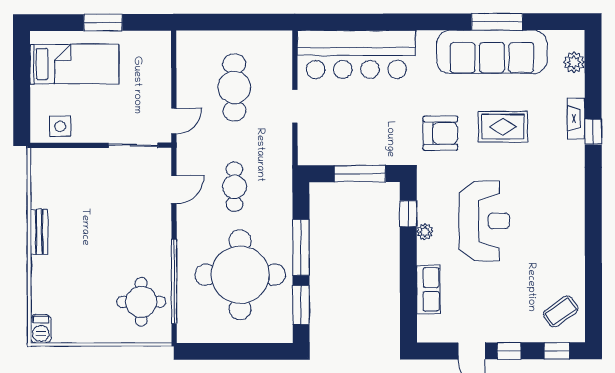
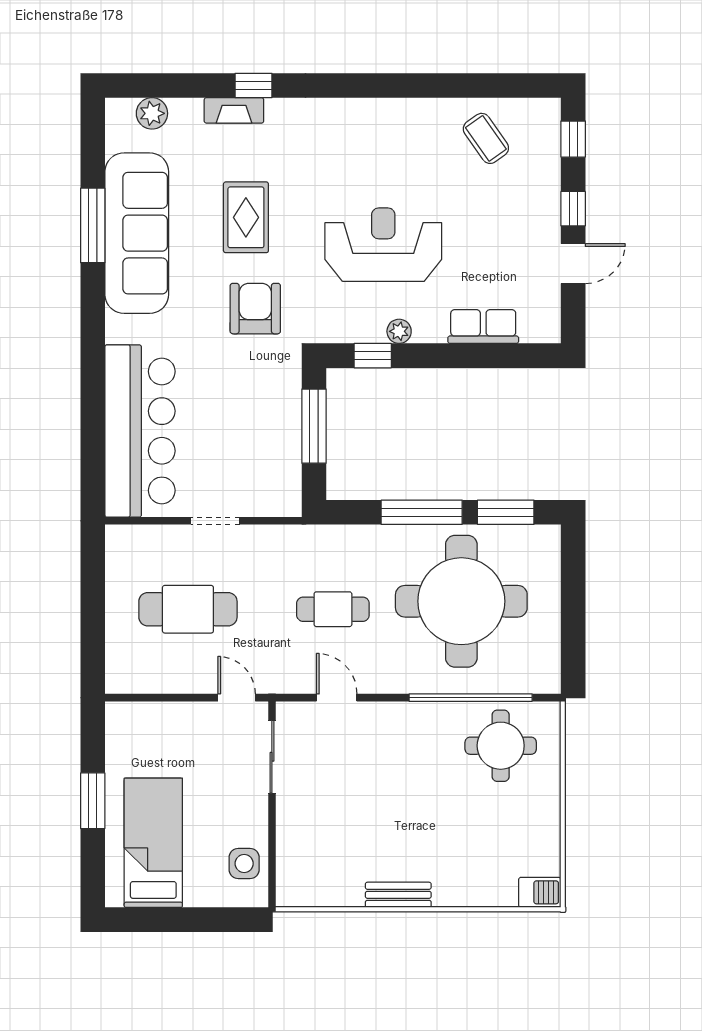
coffee table: (561, 311) -> (486, 138), moved

